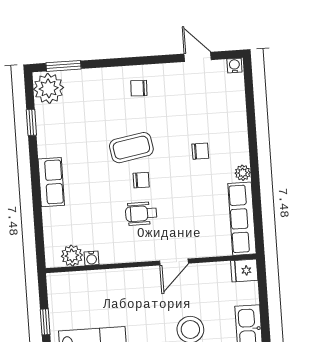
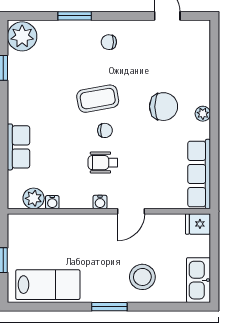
window: (64, 66) -> (75, 16), moved
water cooler: (234, 66) -> (100, 202), moved, turned 180
chair: (200, 151) -> (164, 107), width x1.87, depth x1.87
plant: (243, 173) -> (203, 114), moved
row of seats: (51, 182) -> (19, 147), moved

